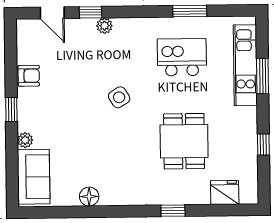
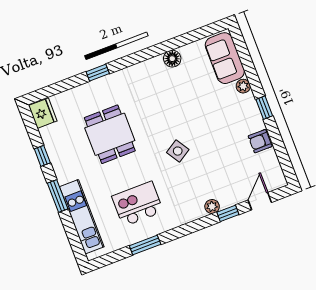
door: (52, 13) -> (260, 201), hinge flipped
kitchen island: (182, 57) -> (137, 204), turned 180
window: (263, 76) -> (58, 196), moved
fridge: (225, 192) -> (43, 113), moved, turned -90

